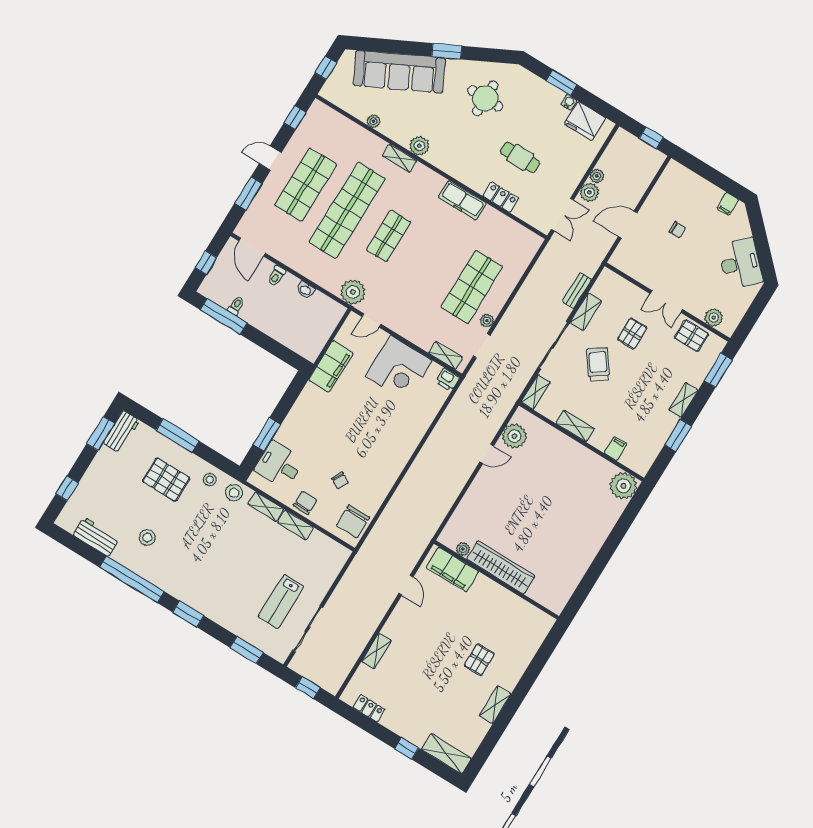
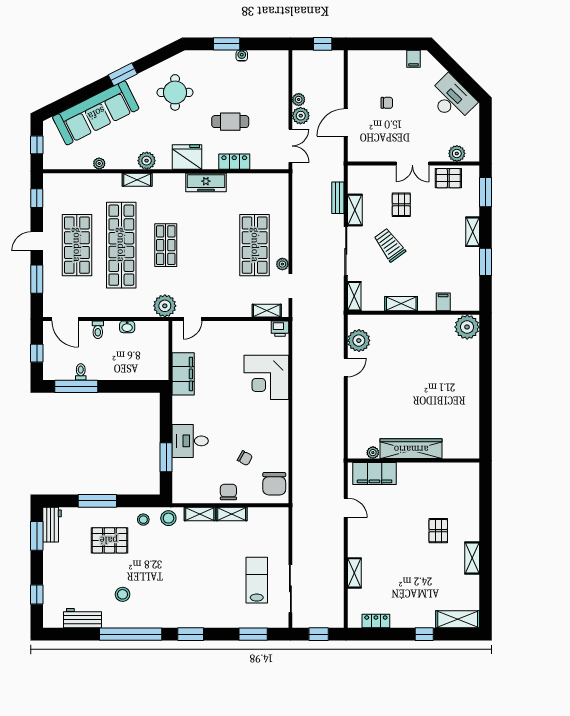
fridge: (585, 121) -> (187, 157), moved, turned 180
corner desk: (399, 368) -> (266, 377), moved, turned 90
desk: (279, 465) -> (190, 441), moved
lab bench: (281, 601) -> (257, 580), turned 180

